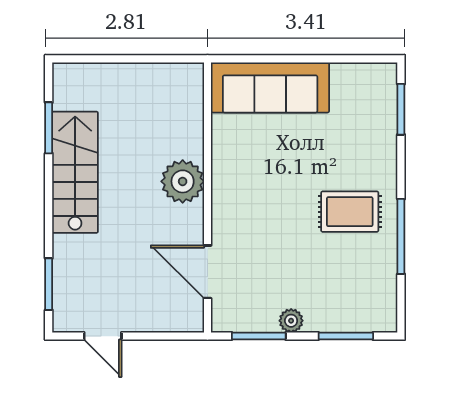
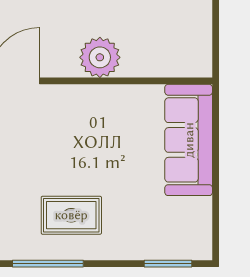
rug: (350, 212) -> (71, 215), turned 90

